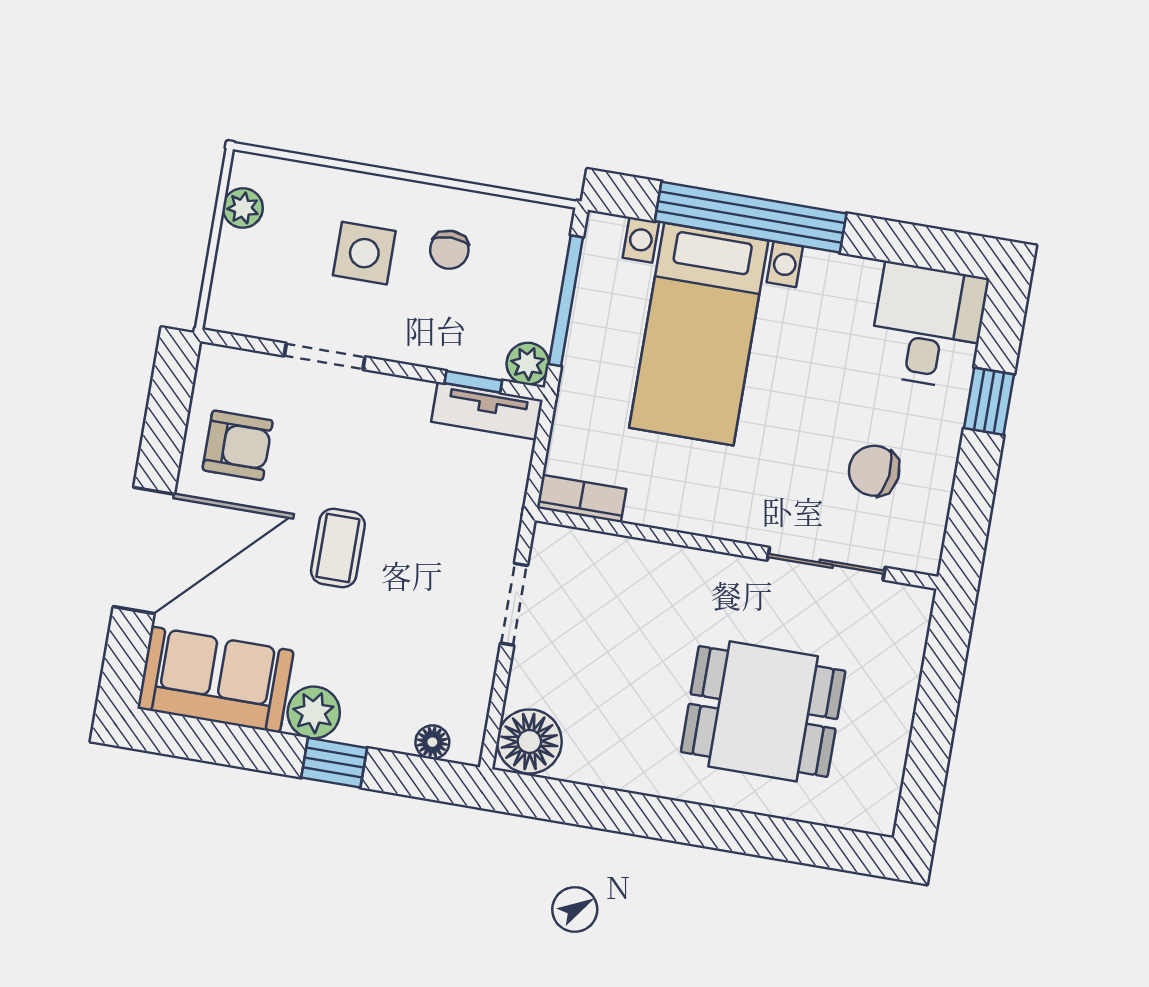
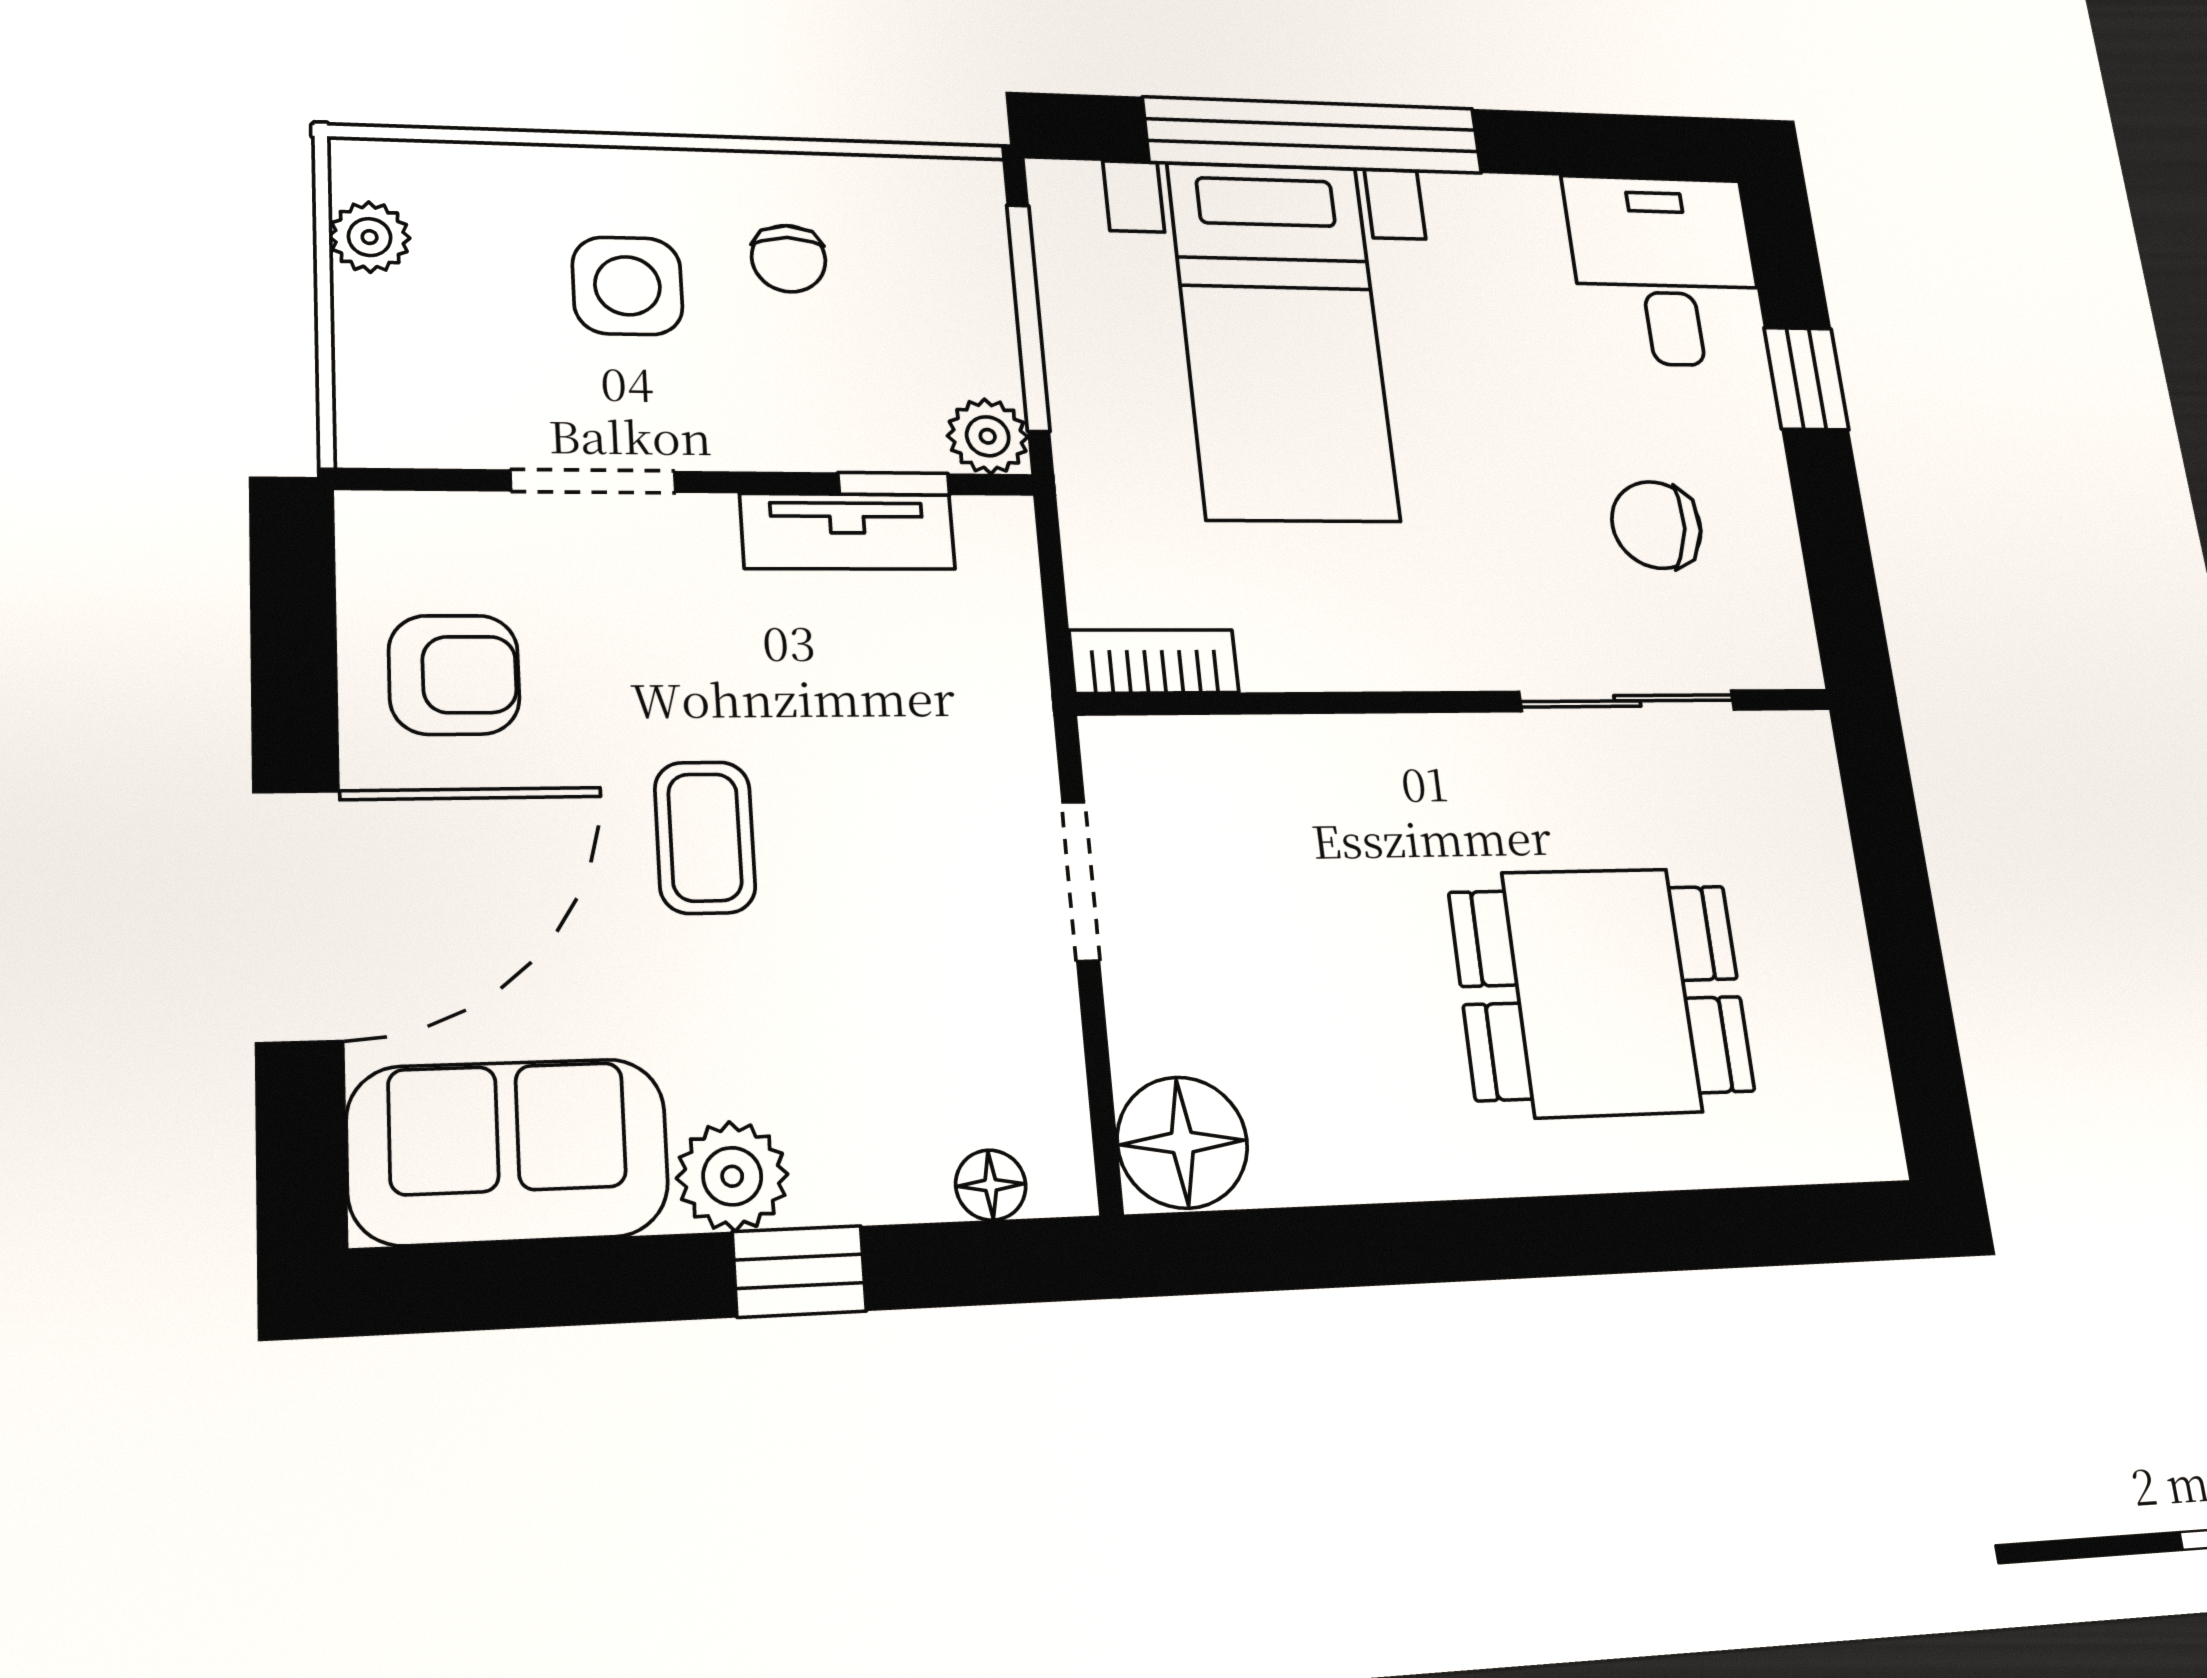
tv unit: (487, 411) -> (848, 531), moved

